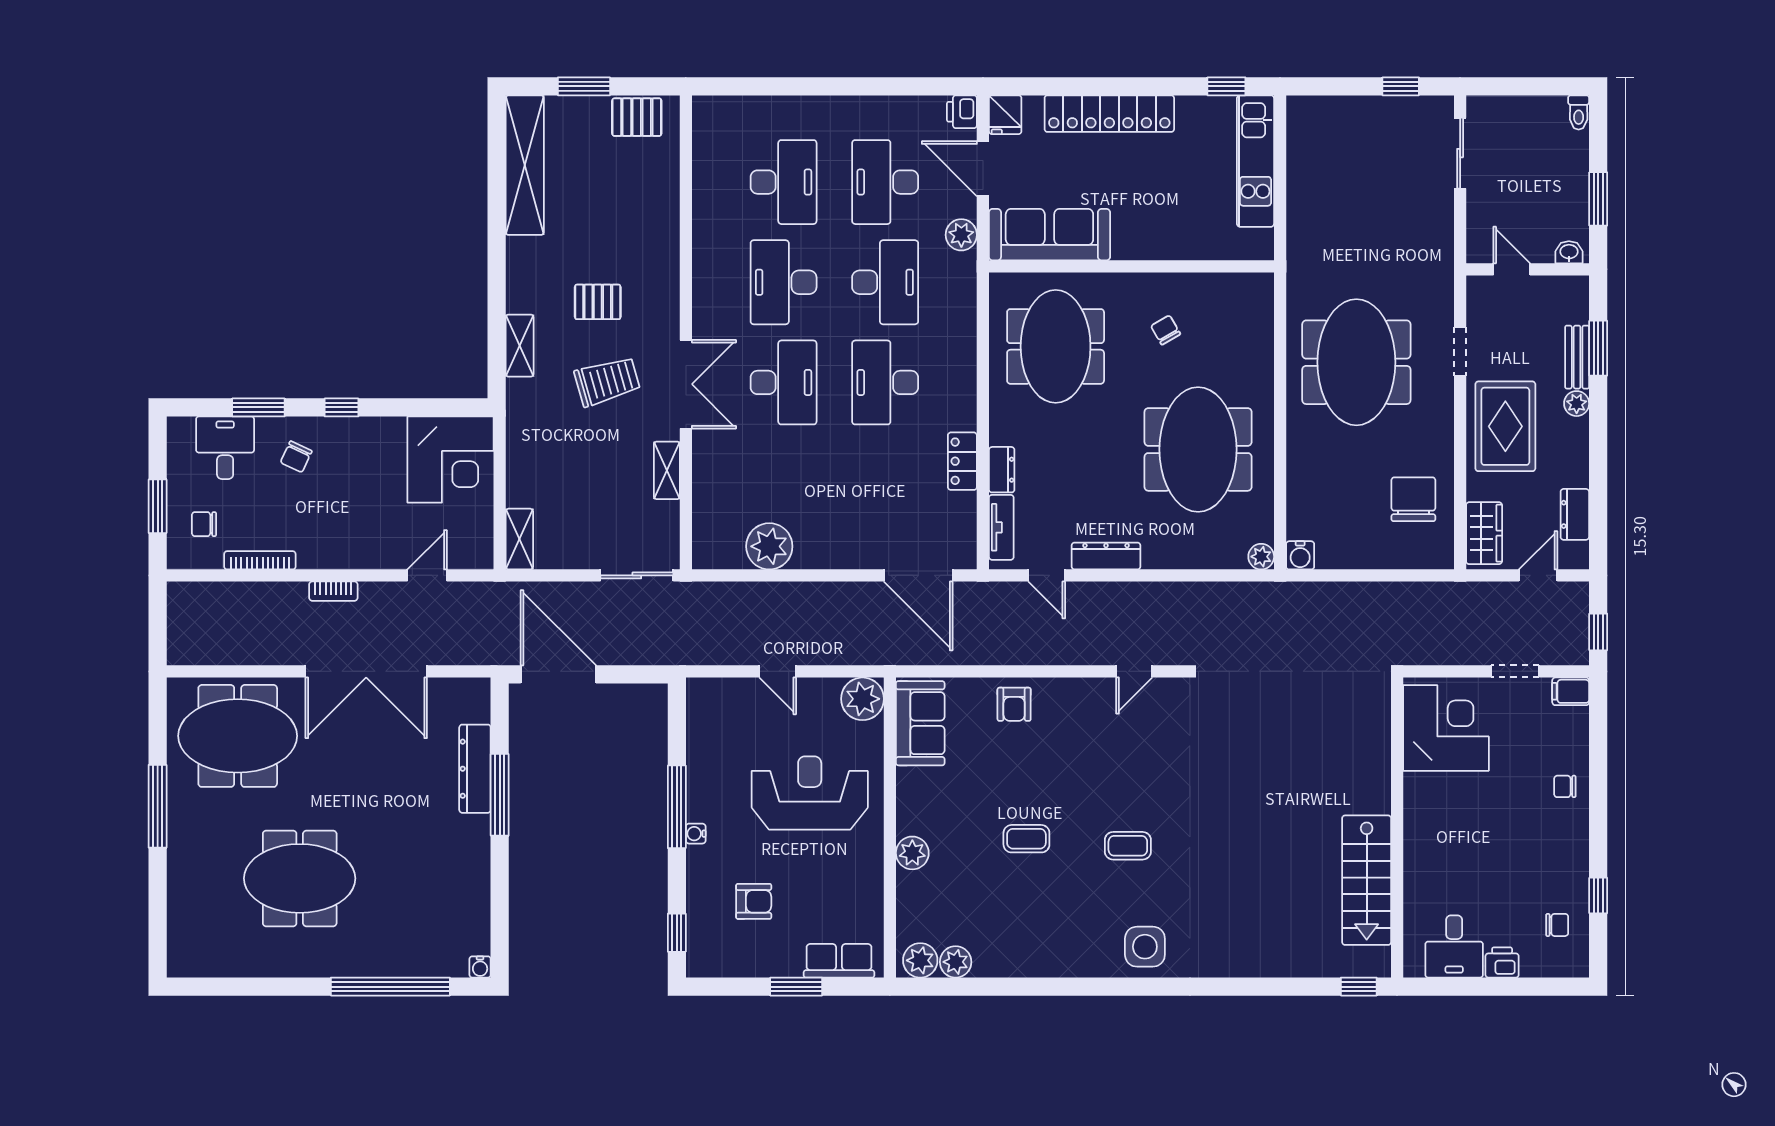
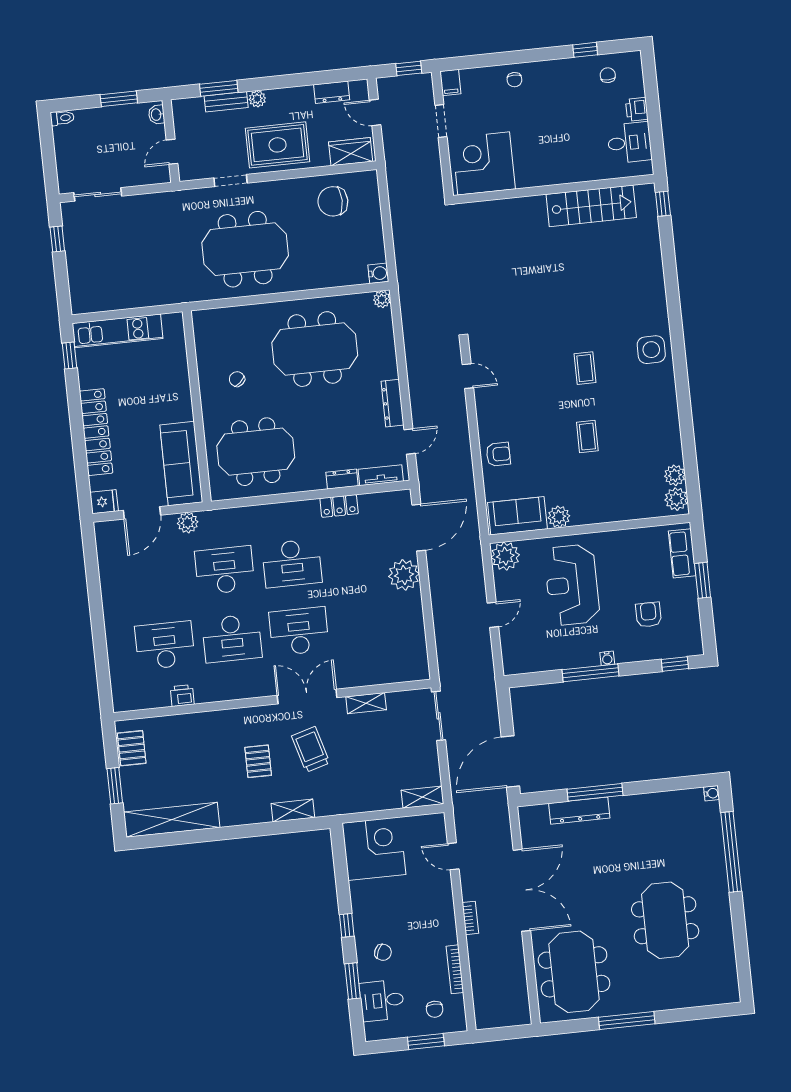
printer: (962, 112) -> (182, 695), moved, turned 180
desk: (885, 182) -> (158, 577), removed
chair: (1166, 330) -> (237, 379), turned 79
plant: (769, 546) -> (404, 575), moved
plant: (912, 853) -> (559, 517), moved

